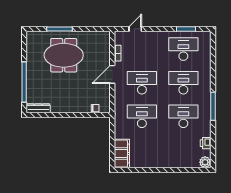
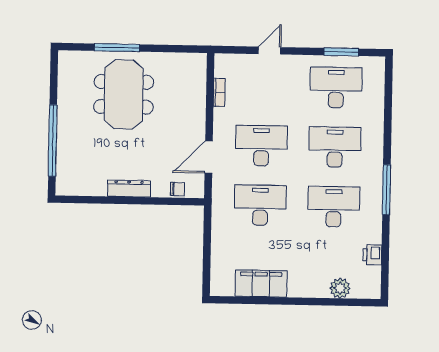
door: (135, 29) -> (270, 51), moved
meeting table: (64, 55) -> (124, 94), turned 90
door: (112, 74) -> (209, 157), moved
dresser: (38, 108) -> (129, 189), moved
filing cabinet: (122, 153) -> (261, 284), moved, turned -90
plant: (205, 162) -> (340, 288), moved

